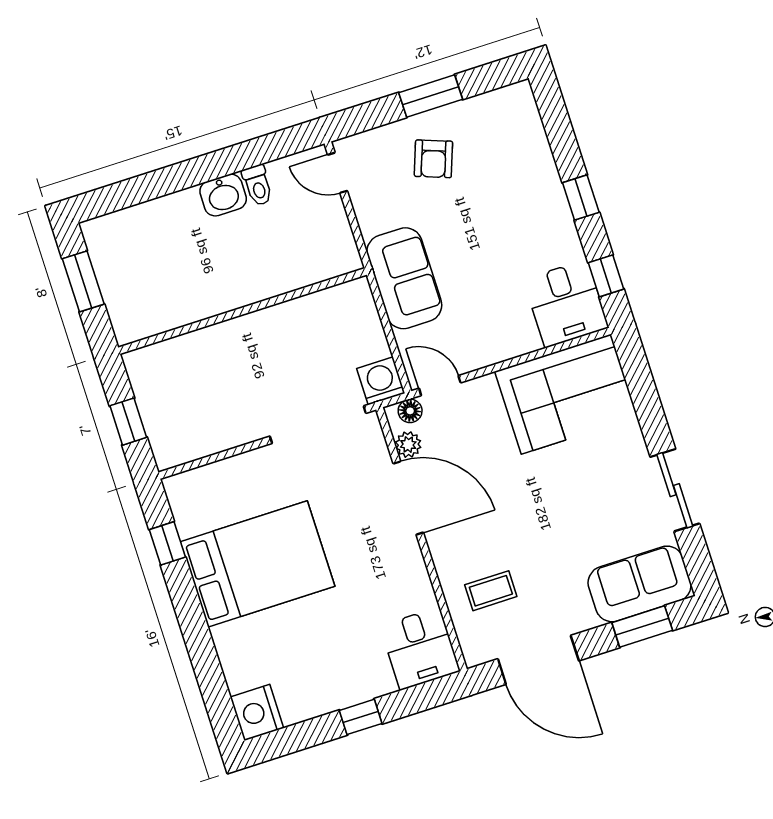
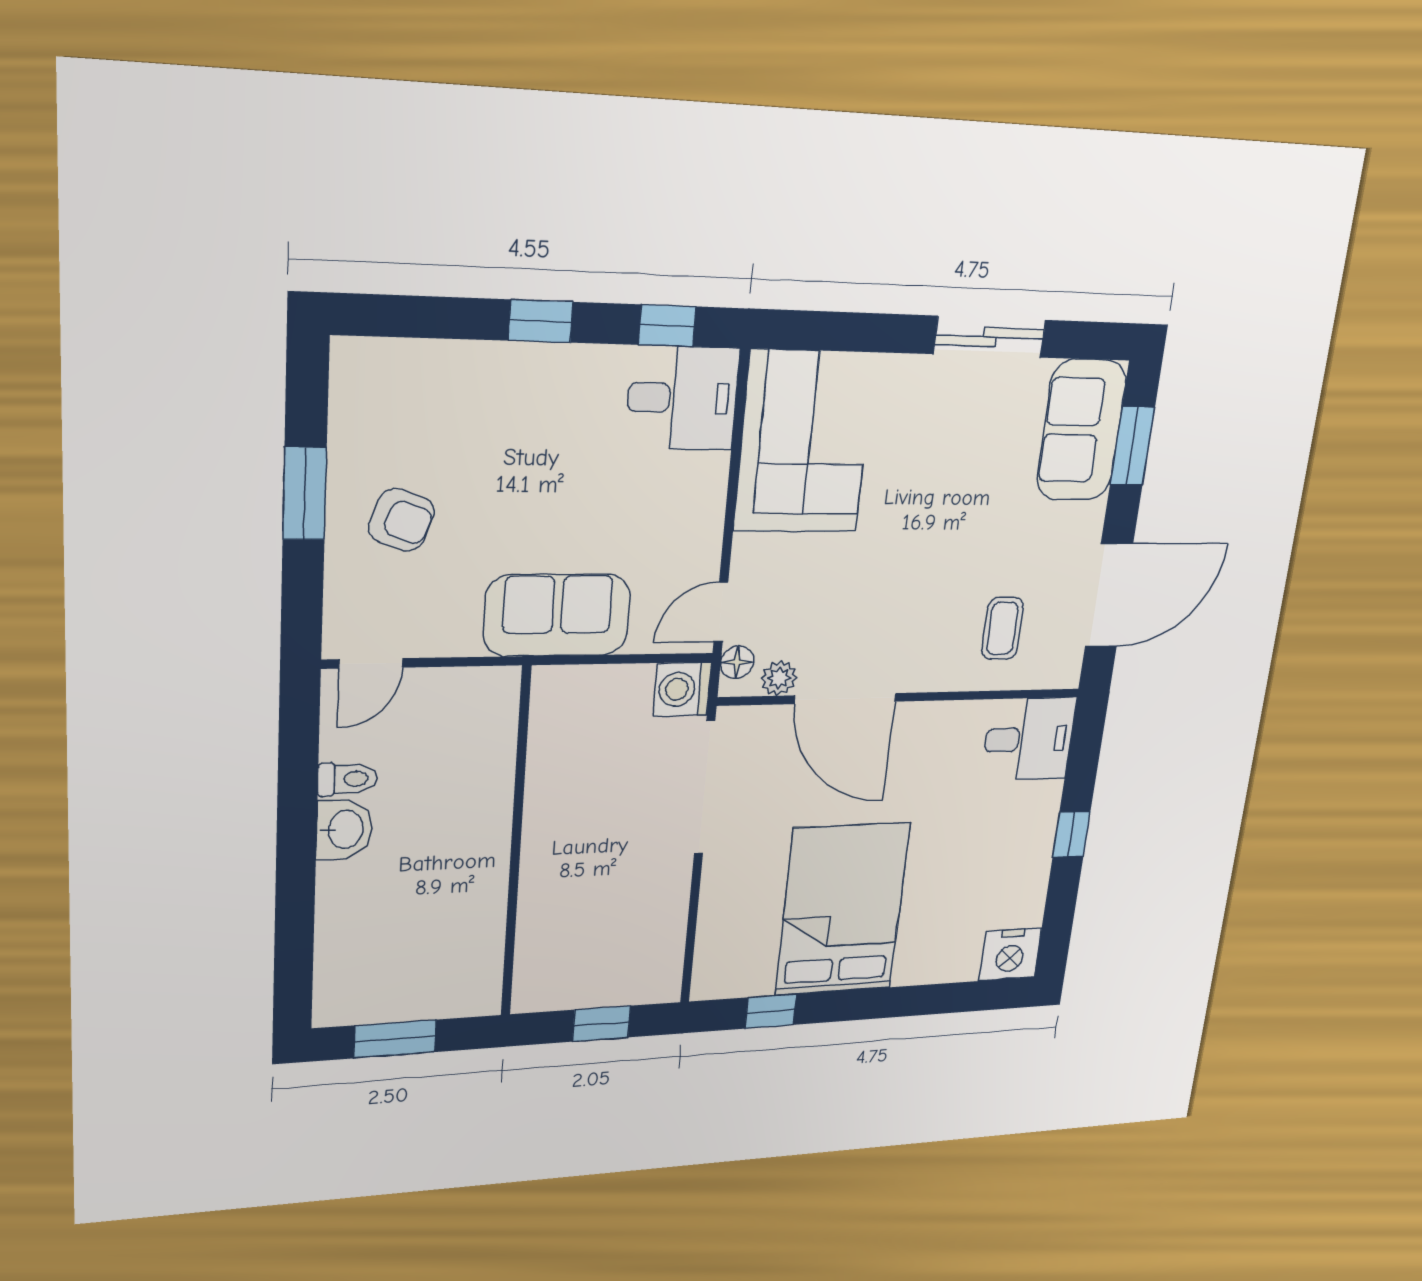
door: (408, 498) -> (845, 699), swing flipped

